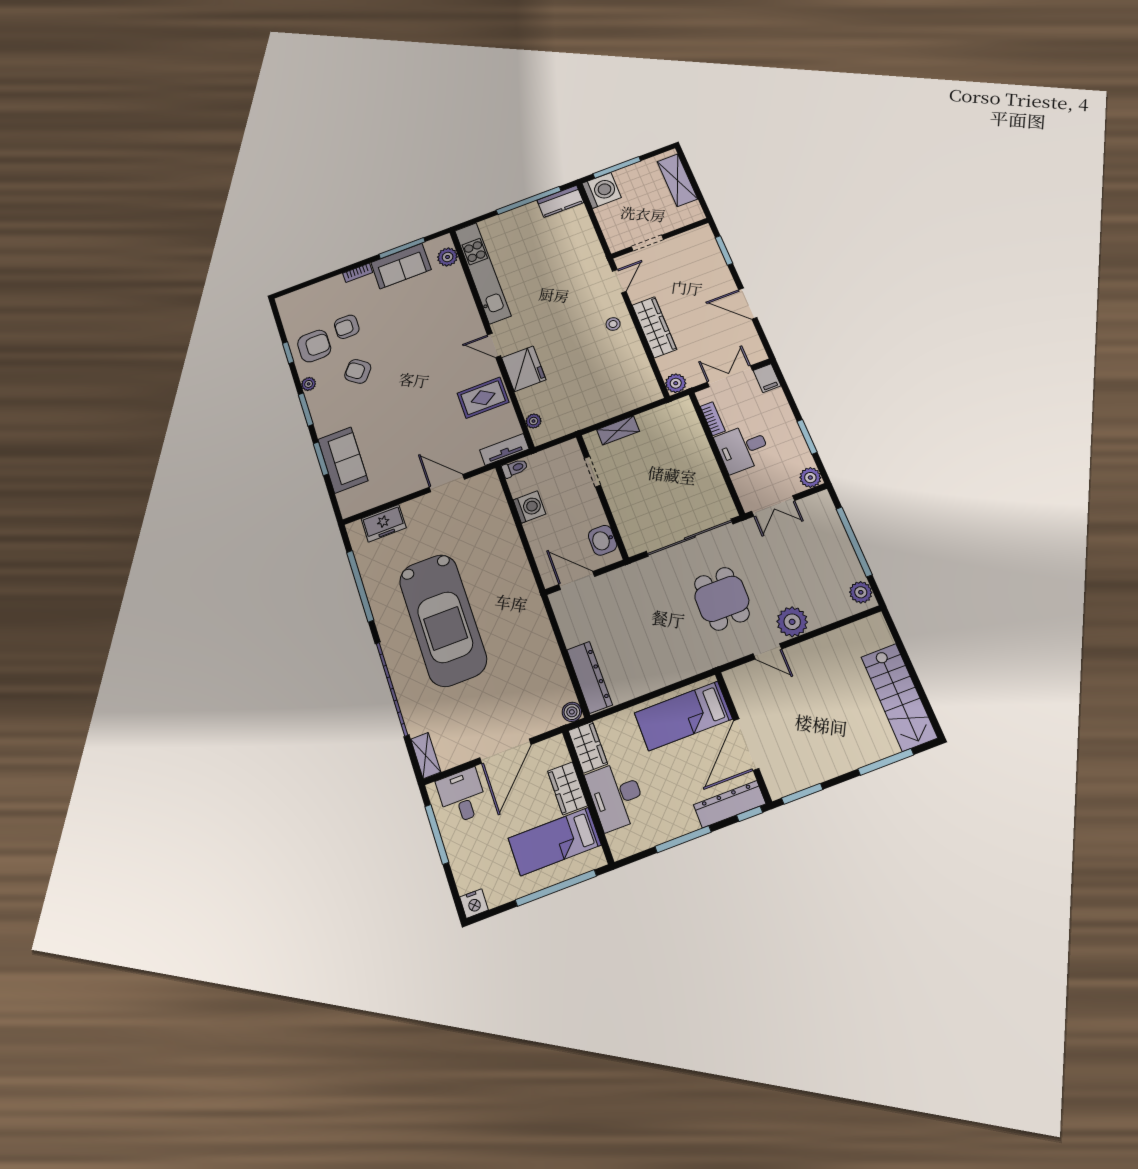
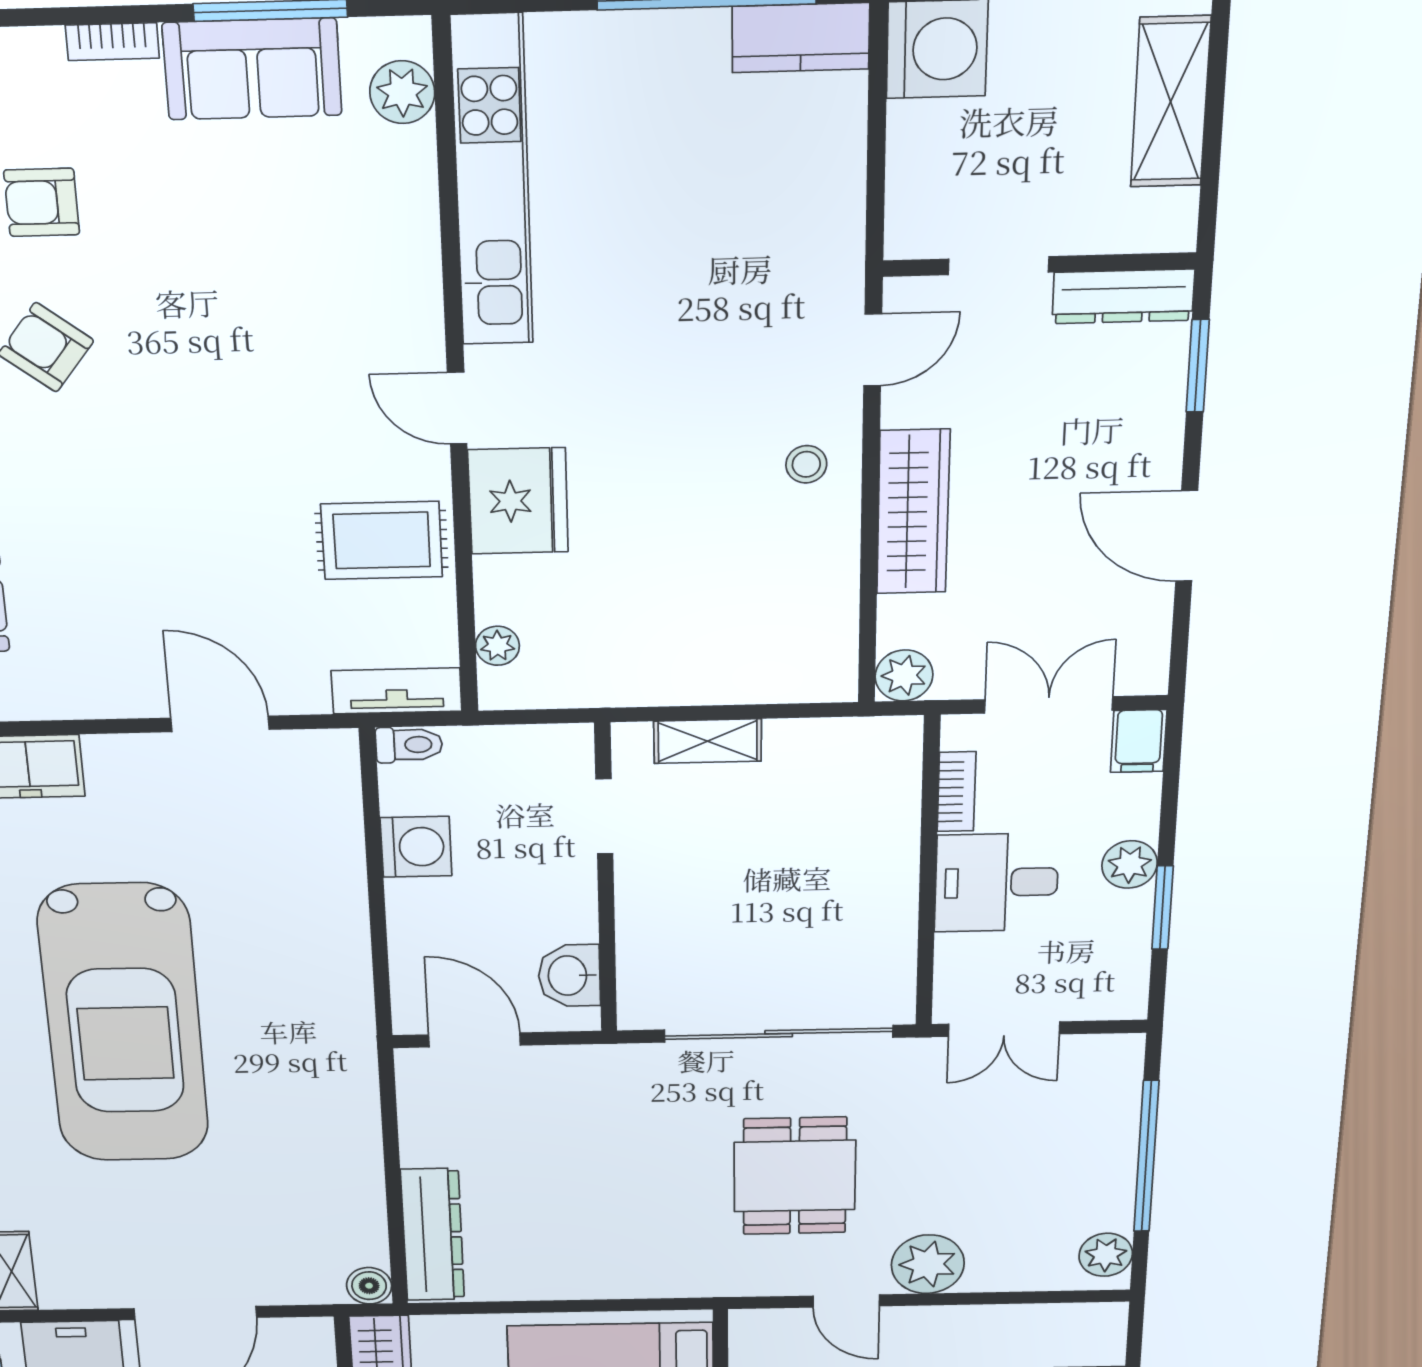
dresser: (690, 238) -> (1123, 296), added
plant: (810, 478) -> (1130, 864), moved

